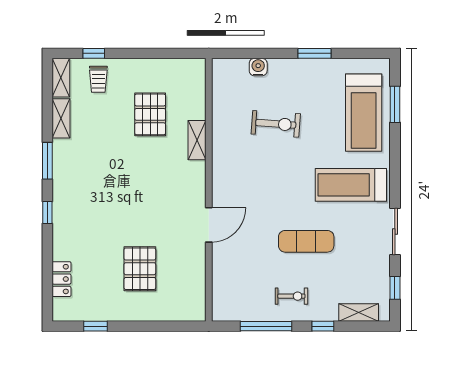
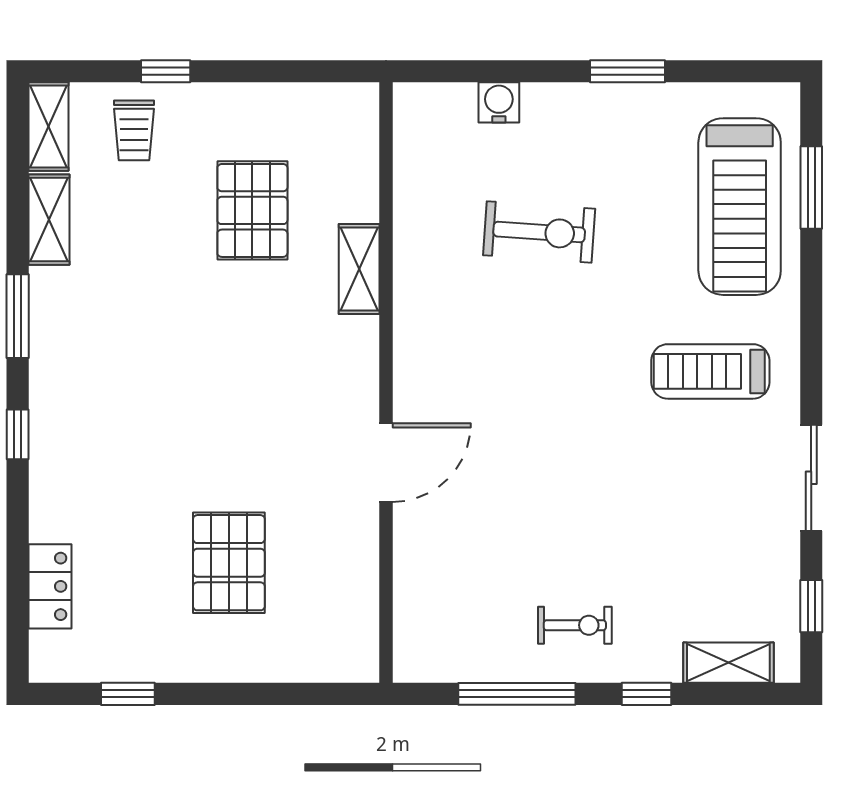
window: (94, 53) -> (166, 71), moved
treadmill: (351, 185) -> (710, 371), width x0.73, depth x0.73
exercise mat: (306, 241) -> (609, 500), removed

